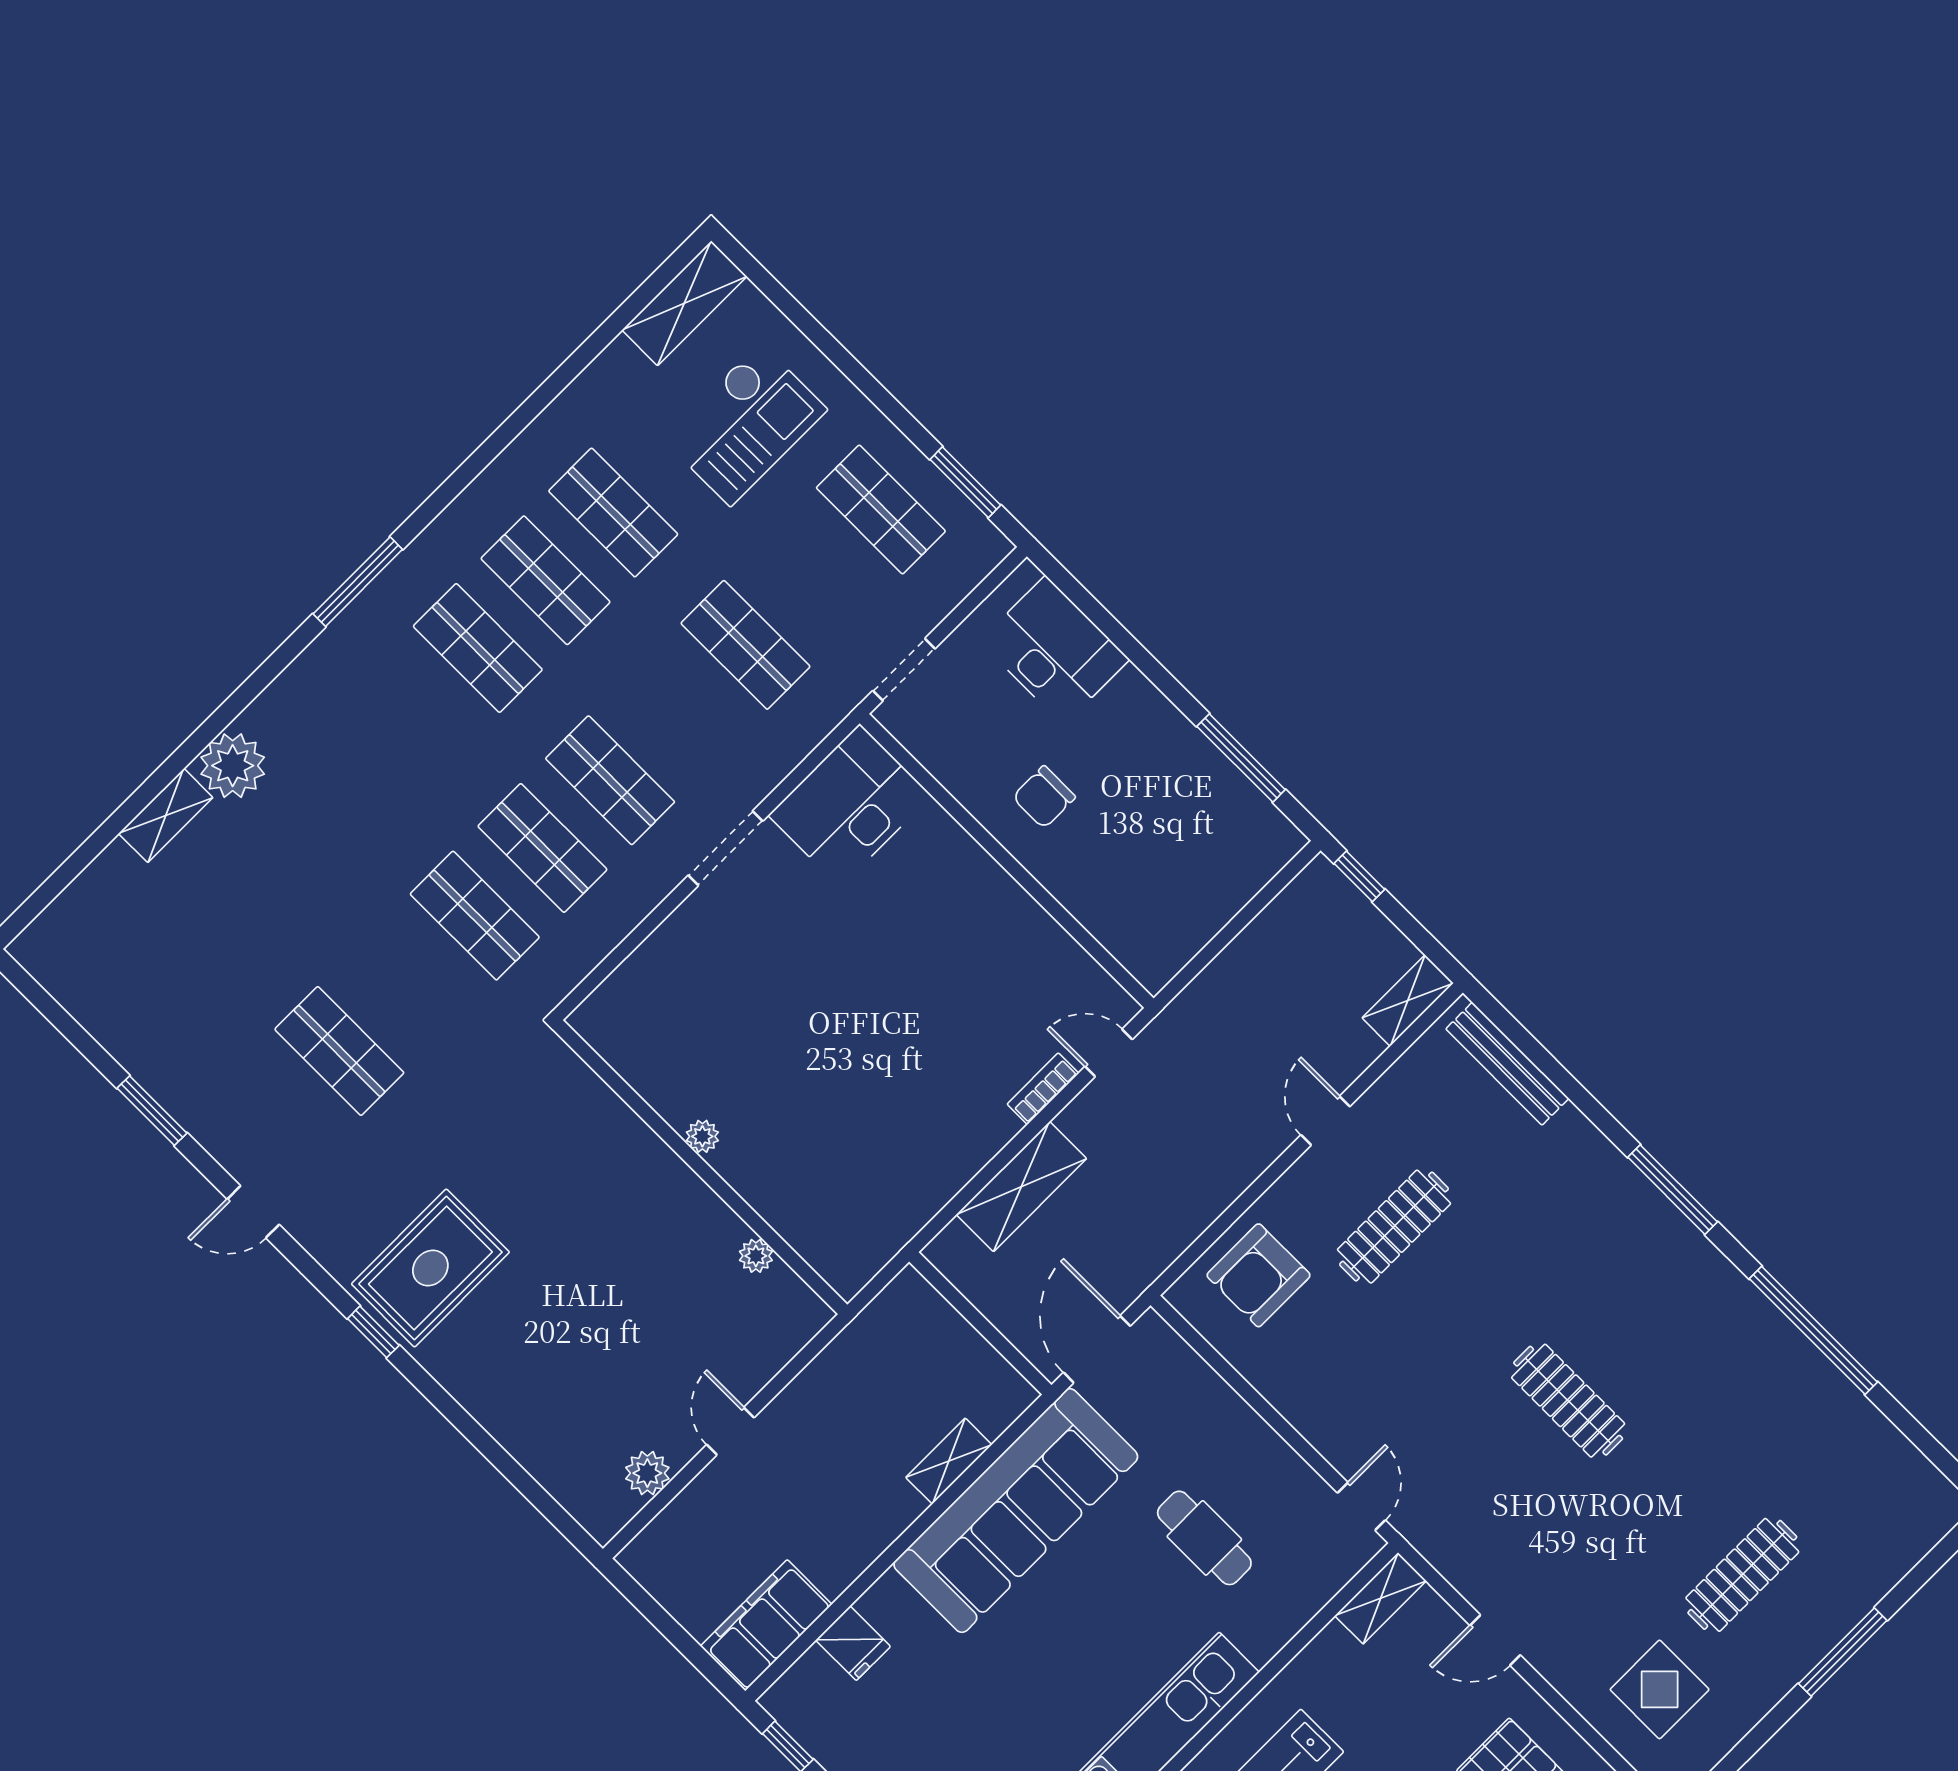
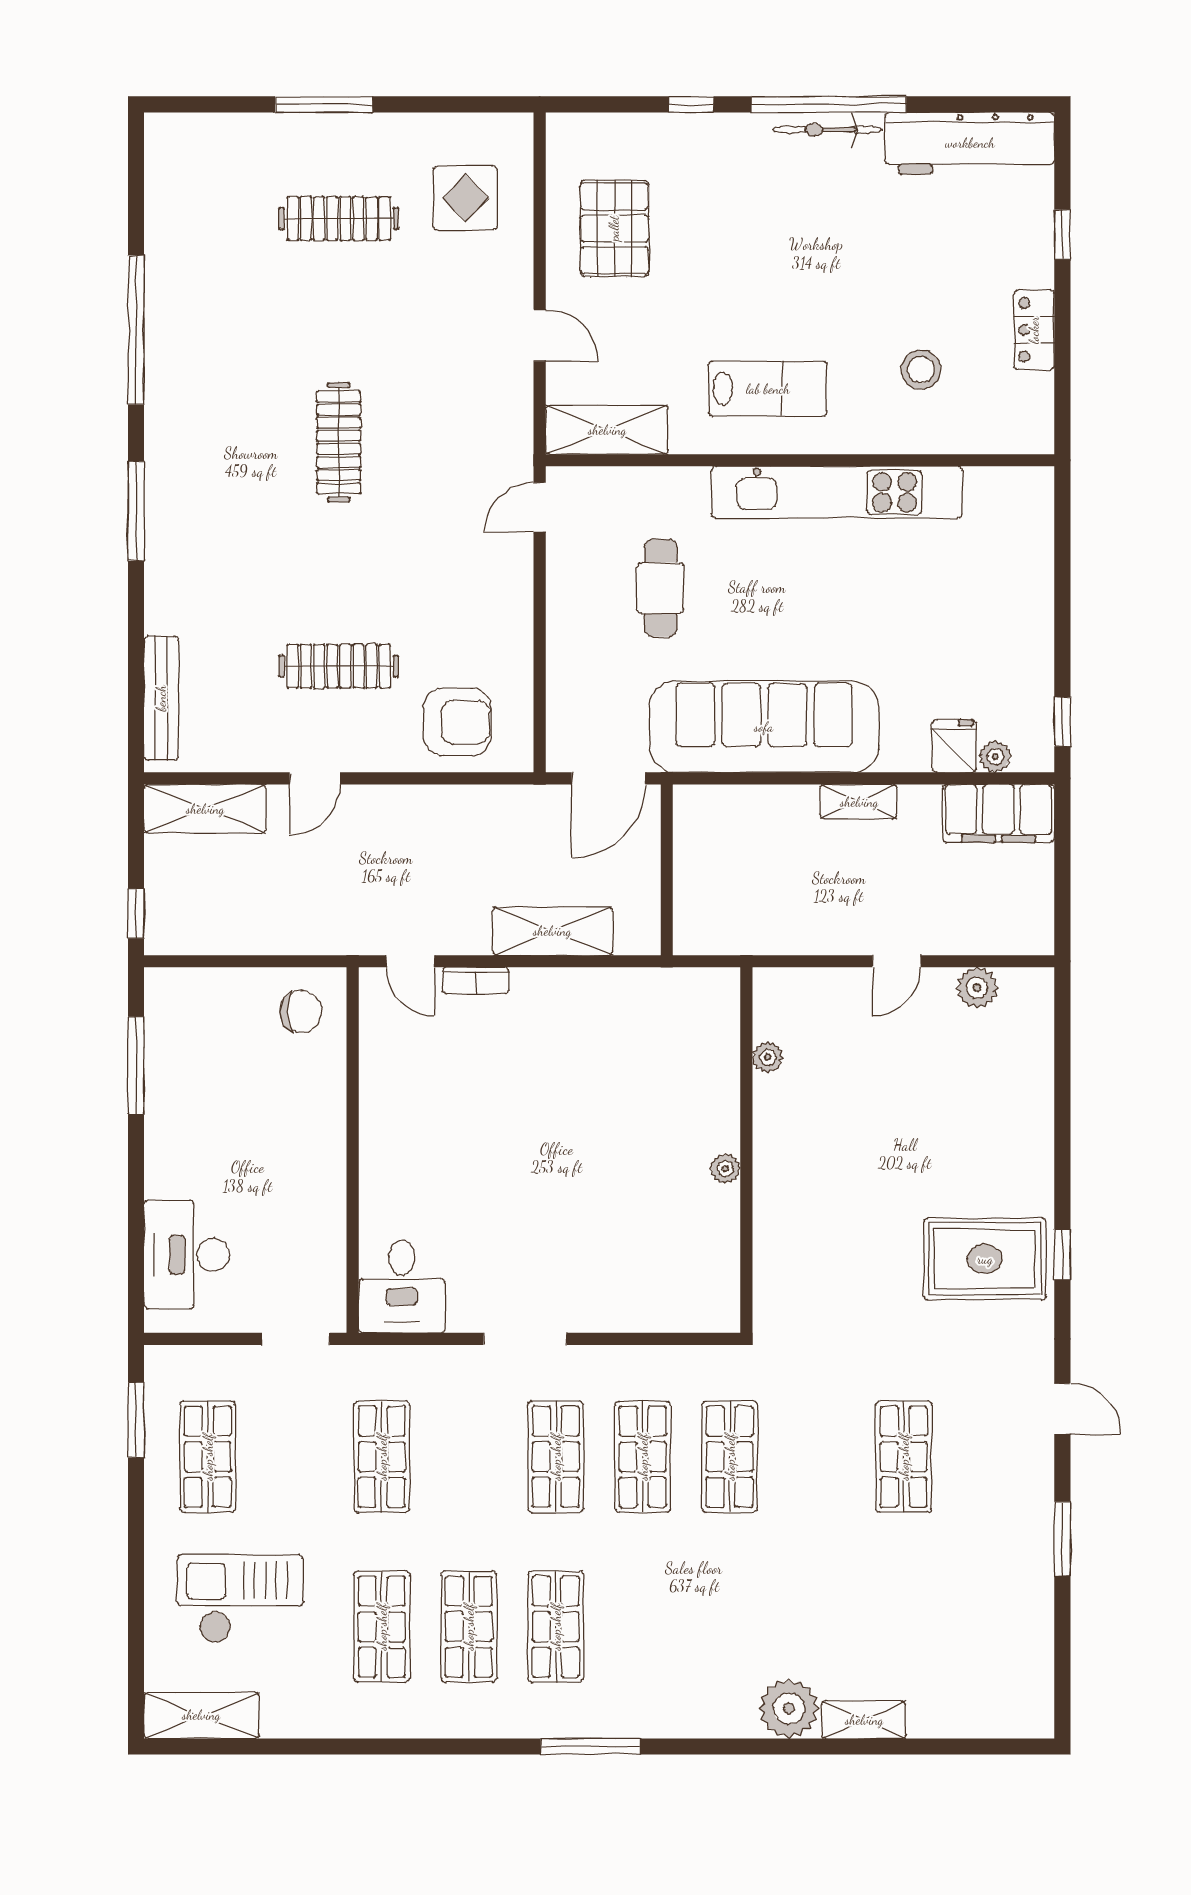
chair: (1044, 797) -> (301, 1012), moved
desk: (850, 805) -> (402, 1286), width x0.73
shelving: (1408, 1000) -> (205, 809), width x1.50, depth x1.33
shelving: (949, 1461) -> (859, 802), moved
shelving: (1381, 1598) -> (607, 430), width x1.50, depth x1.33
plant: (813, 1667) -> (995, 757), added

